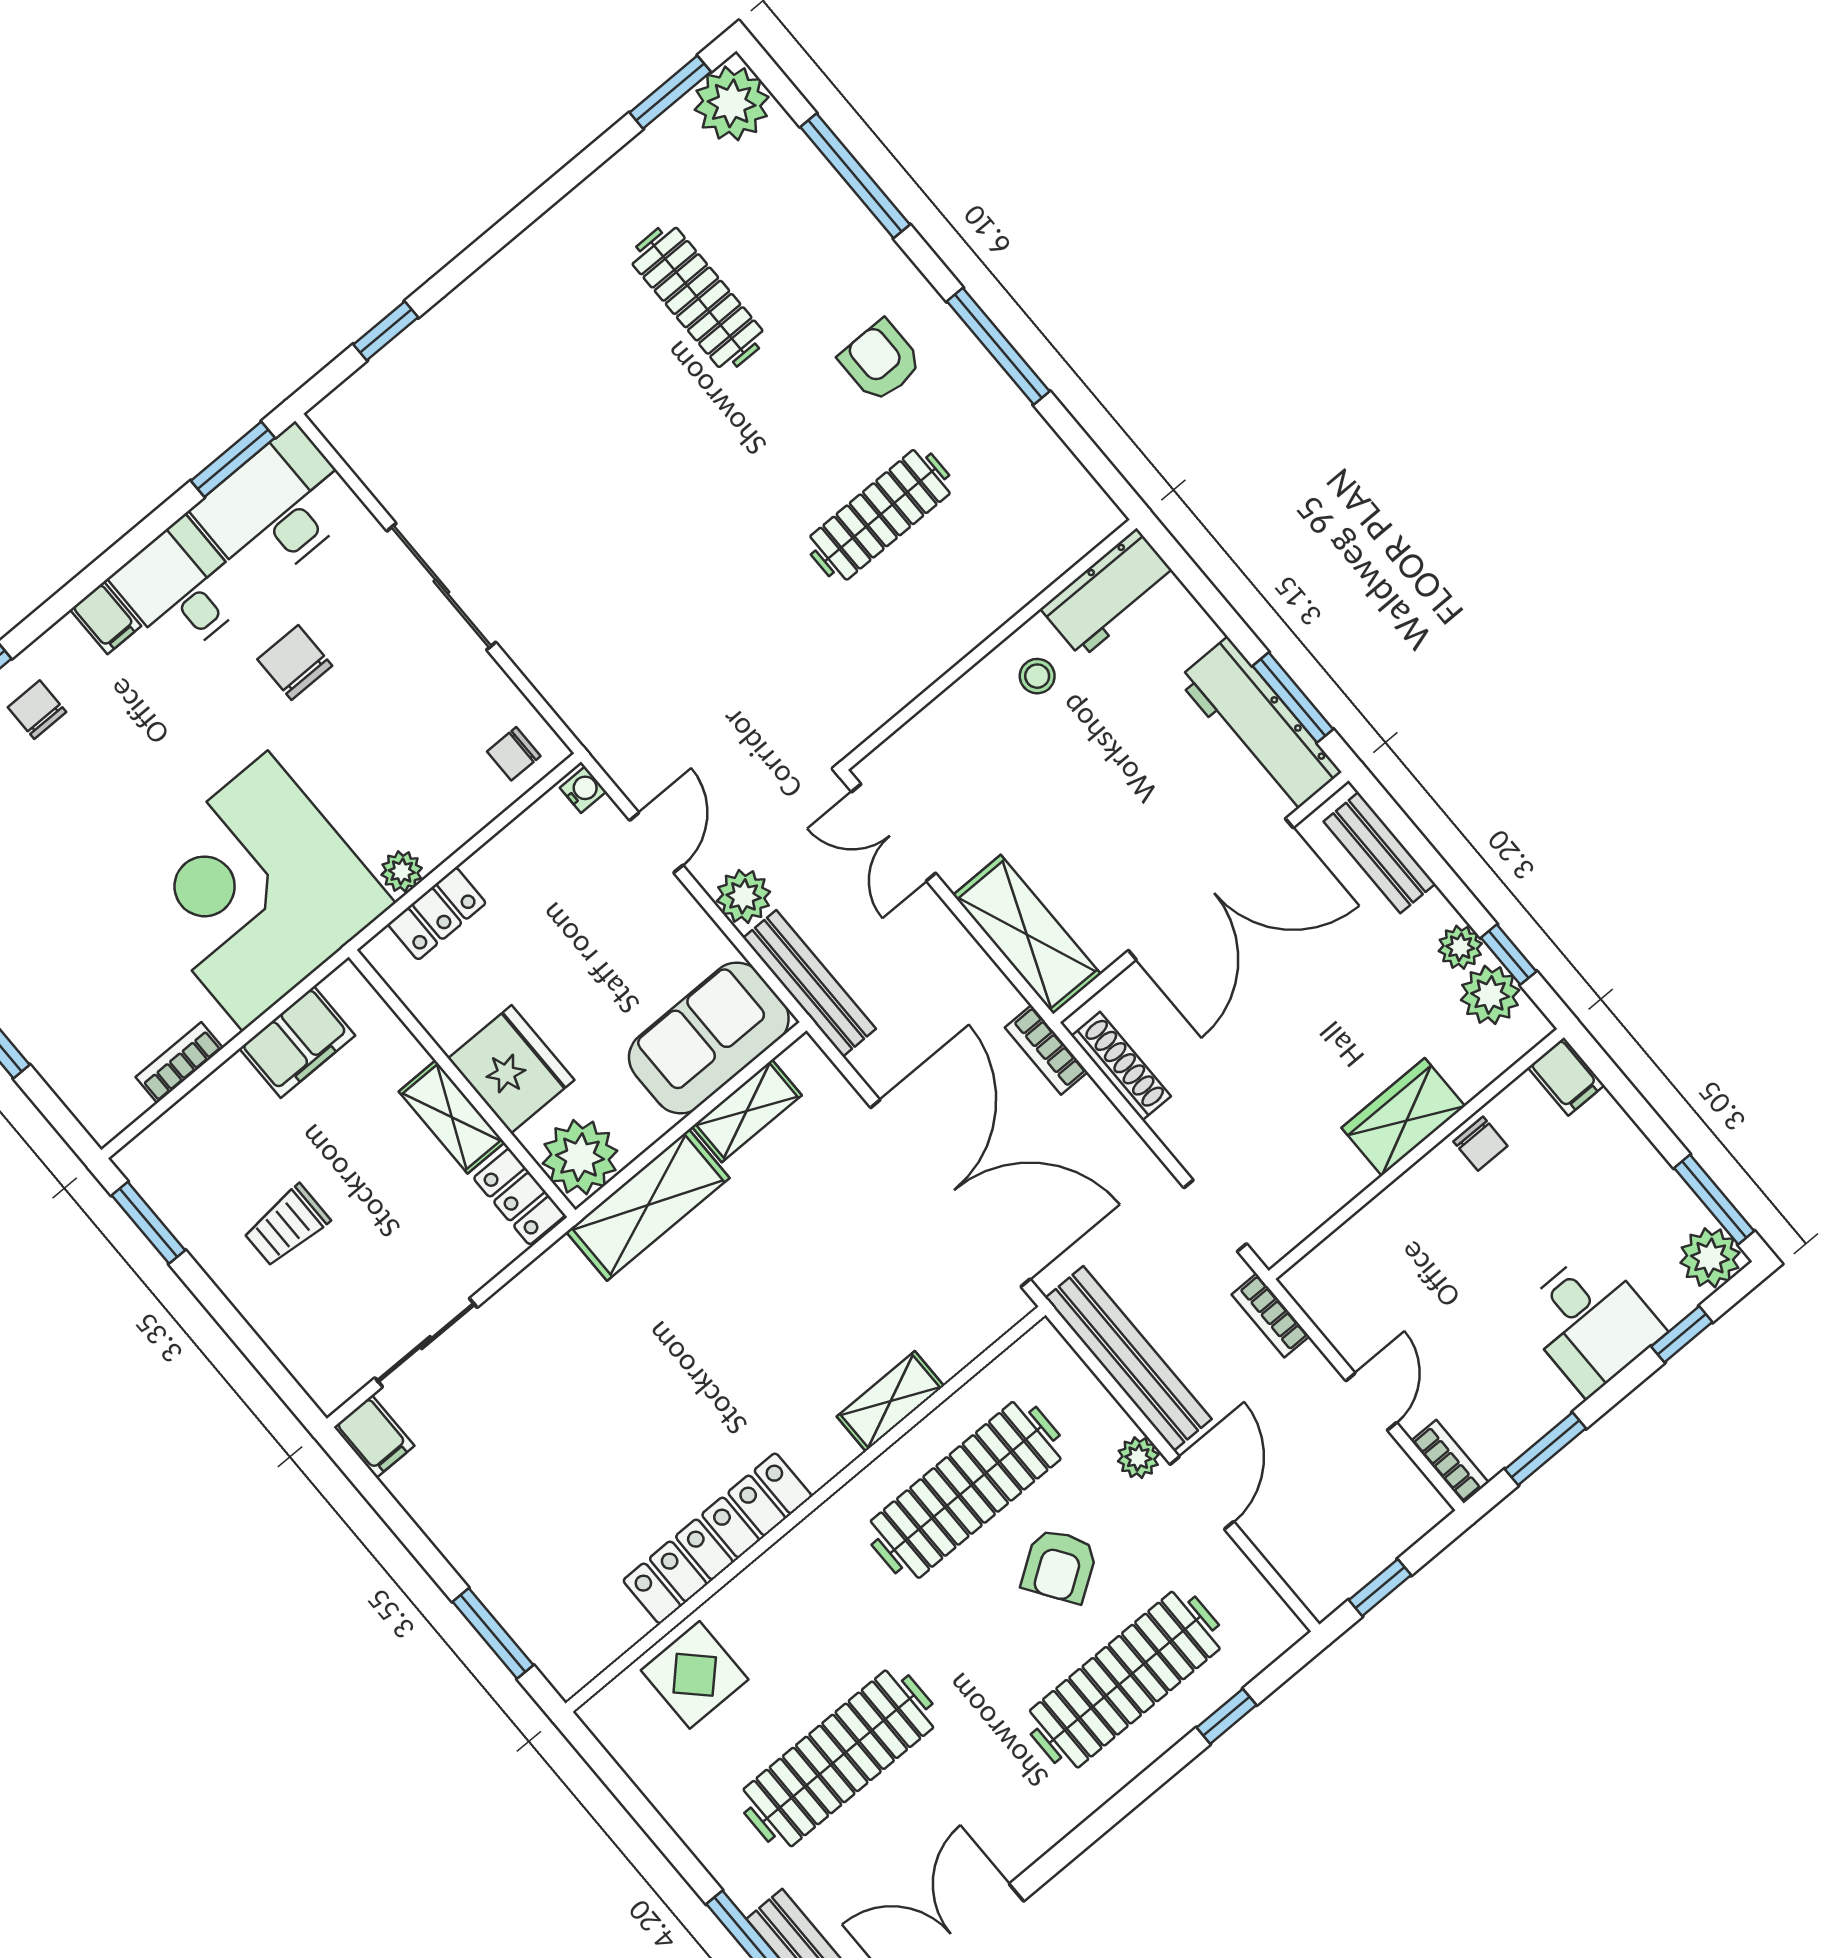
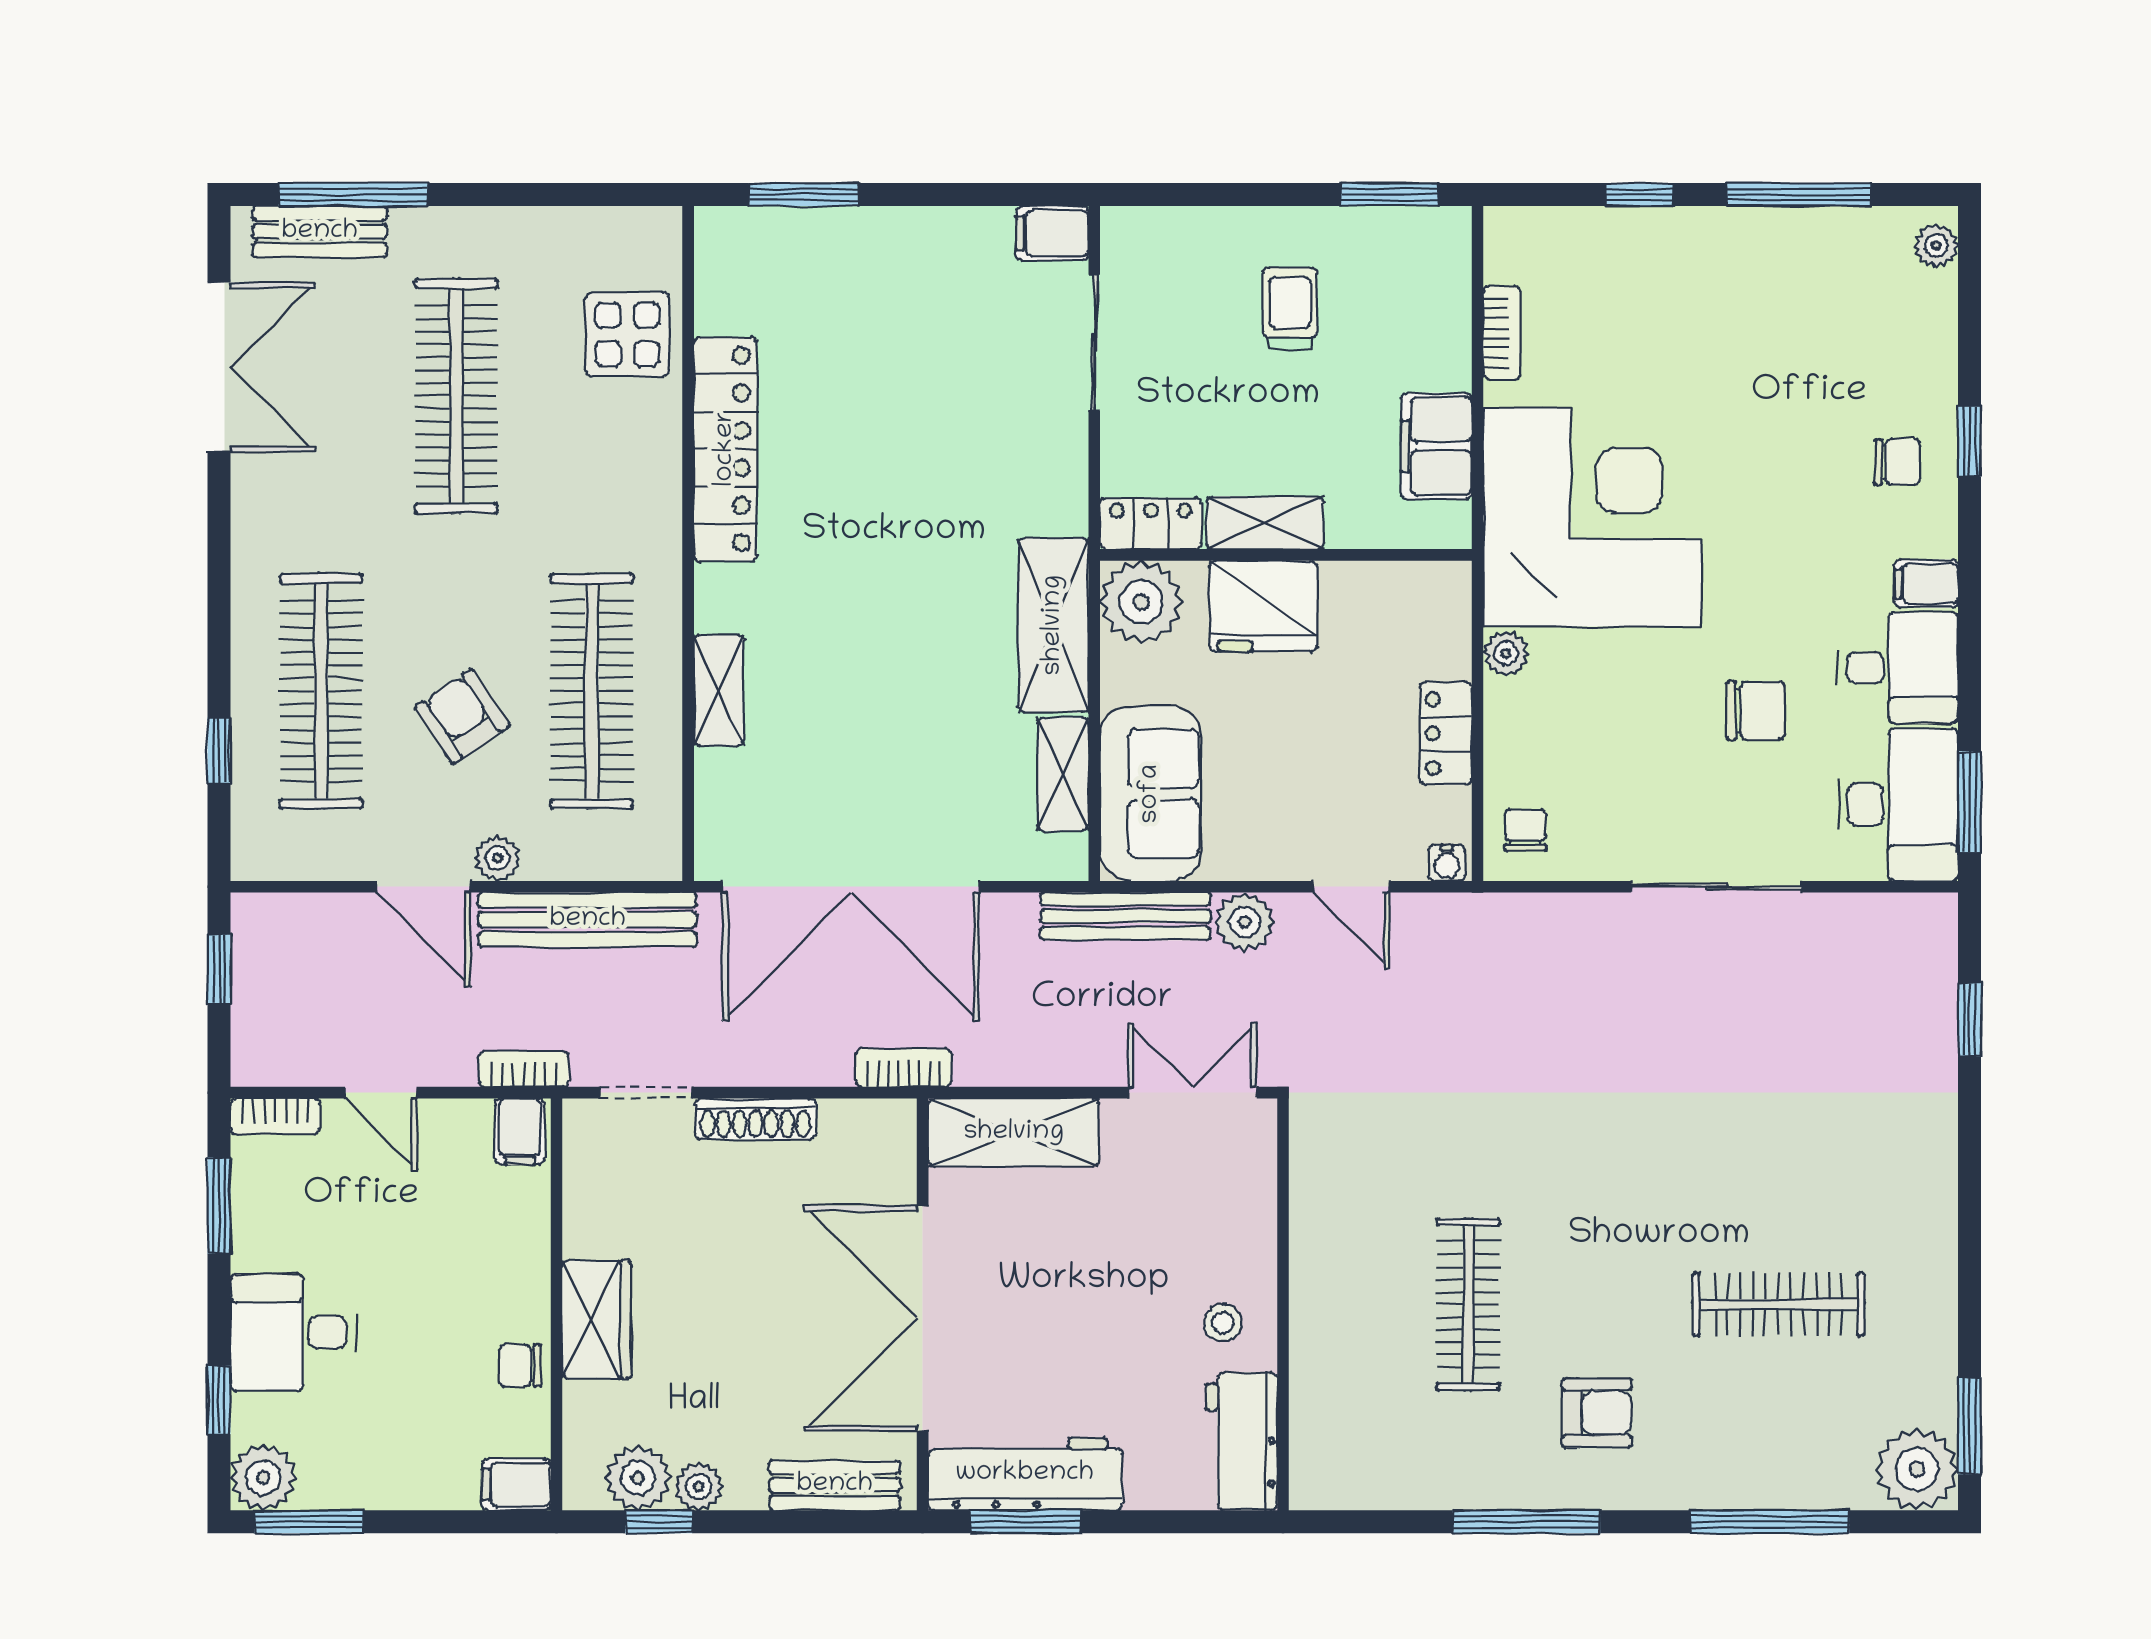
locker: (437, 914) -> (1446, 734), moved
shoe rack: (1121, 1066) -> (755, 1119), moved
filing cabinet: (1317, 1281) -> (520, 1132), added

